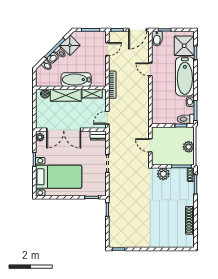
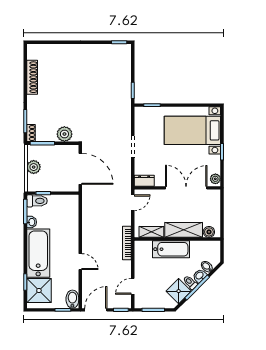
door: (150, 145) -> (80, 169), width x1.88

